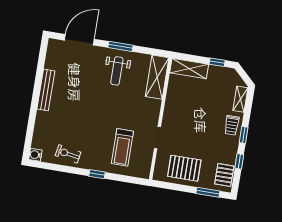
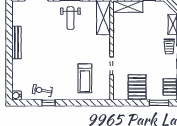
pallet: (184, 168) -> (137, 87), turned 90
window: (97, 174) -> (49, 103), moved

